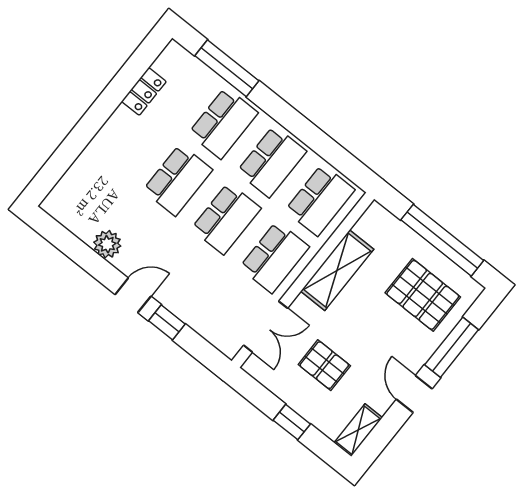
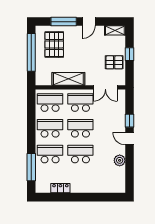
double door: (266, 327) -> (105, 87), swing flipped
pallet: (324, 365) -> (114, 62), moved, turned 90

